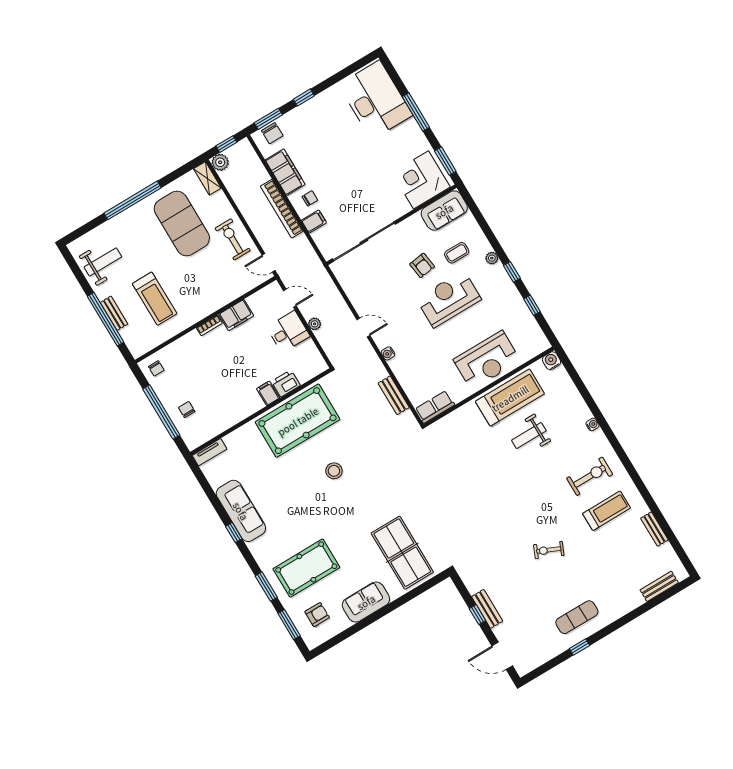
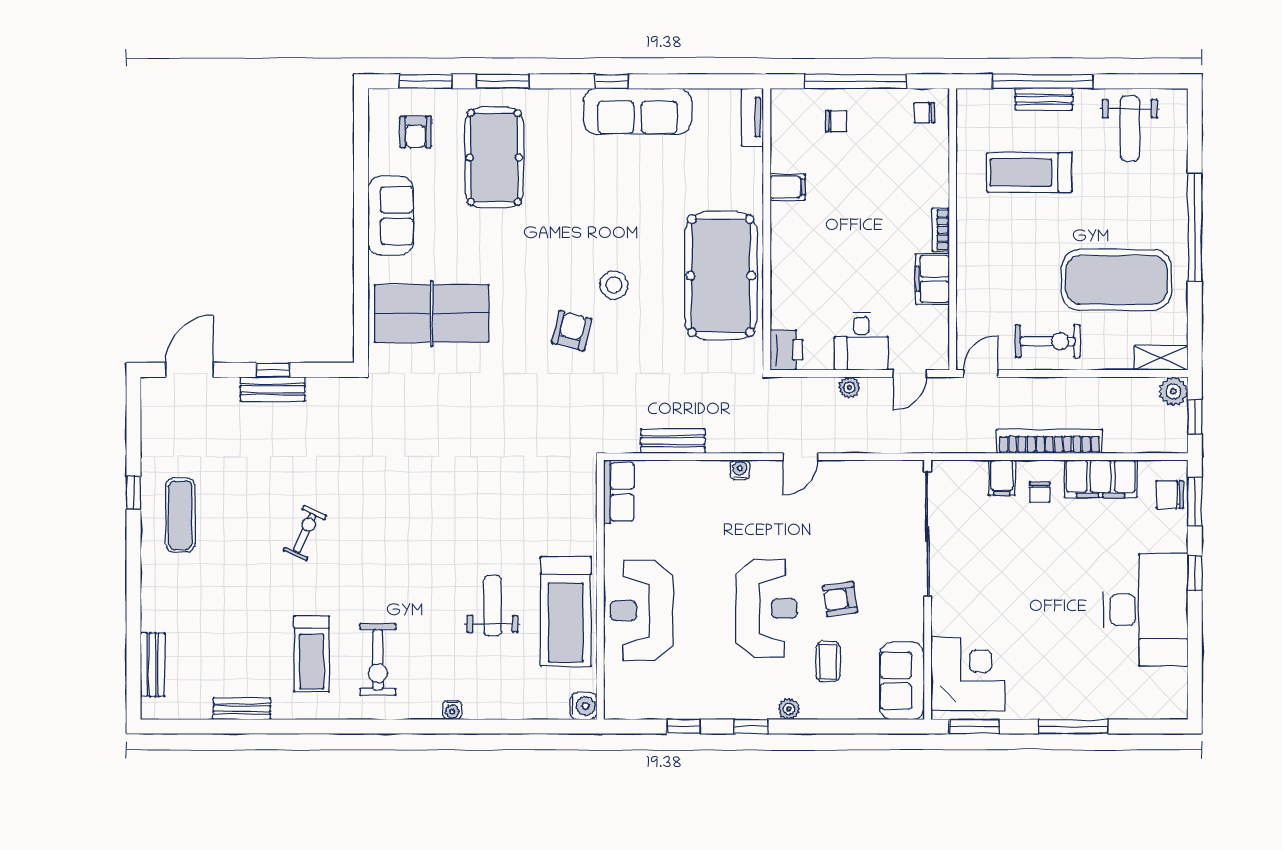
desk: (375, 100) -> (1146, 610), moved, turned -90
printer: (286, 383) -> (786, 350), moved
filing cabinet: (268, 393) -> (788, 187), moved
armchair: (369, 478) -> (572, 331), added

